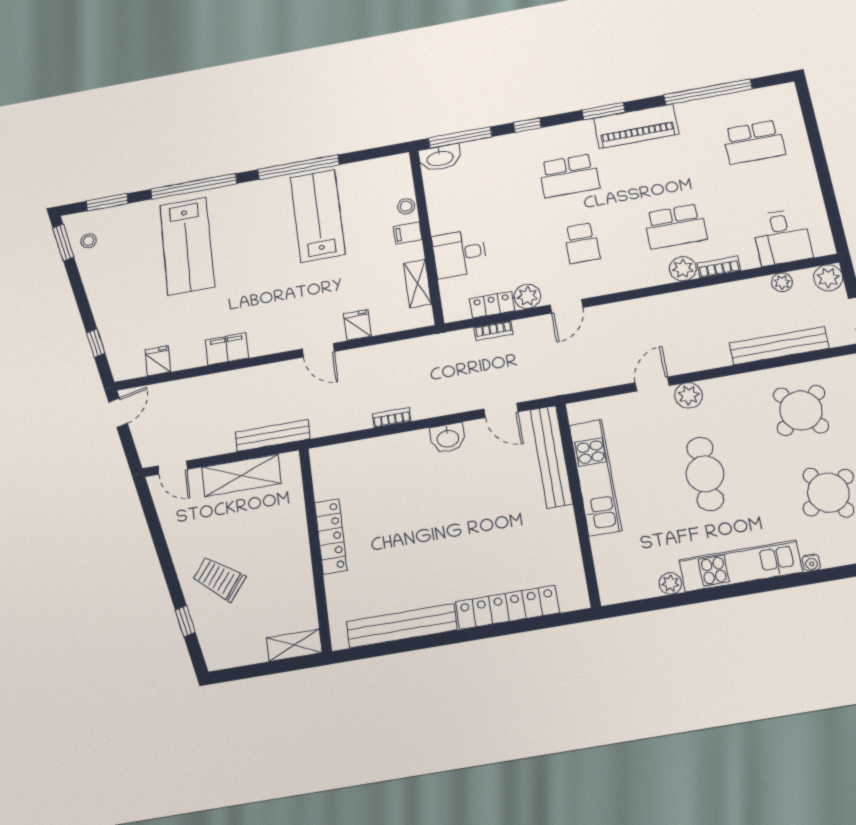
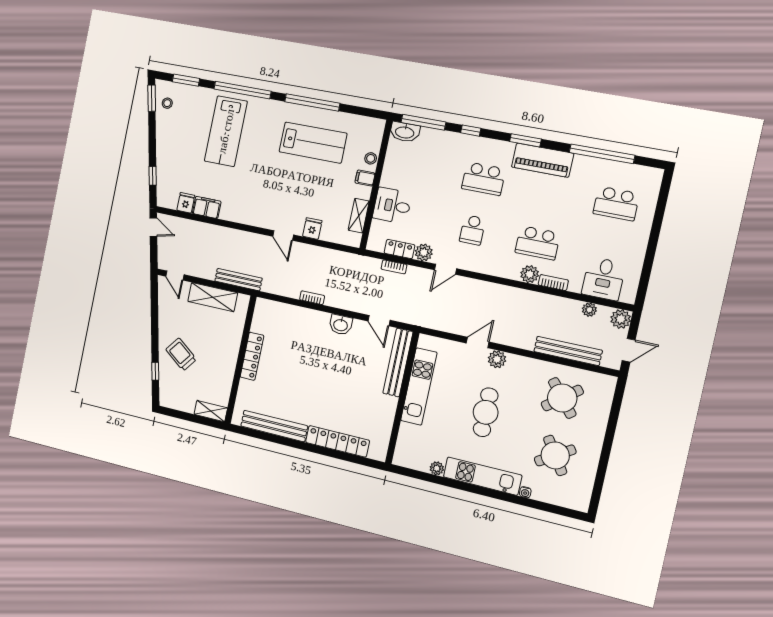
lab bench: (318, 216) -> (313, 143), turned 90
filing cabinet: (227, 349) -> (207, 207), moved
door: (118, 413) -> (153, 227), hinge flipped

